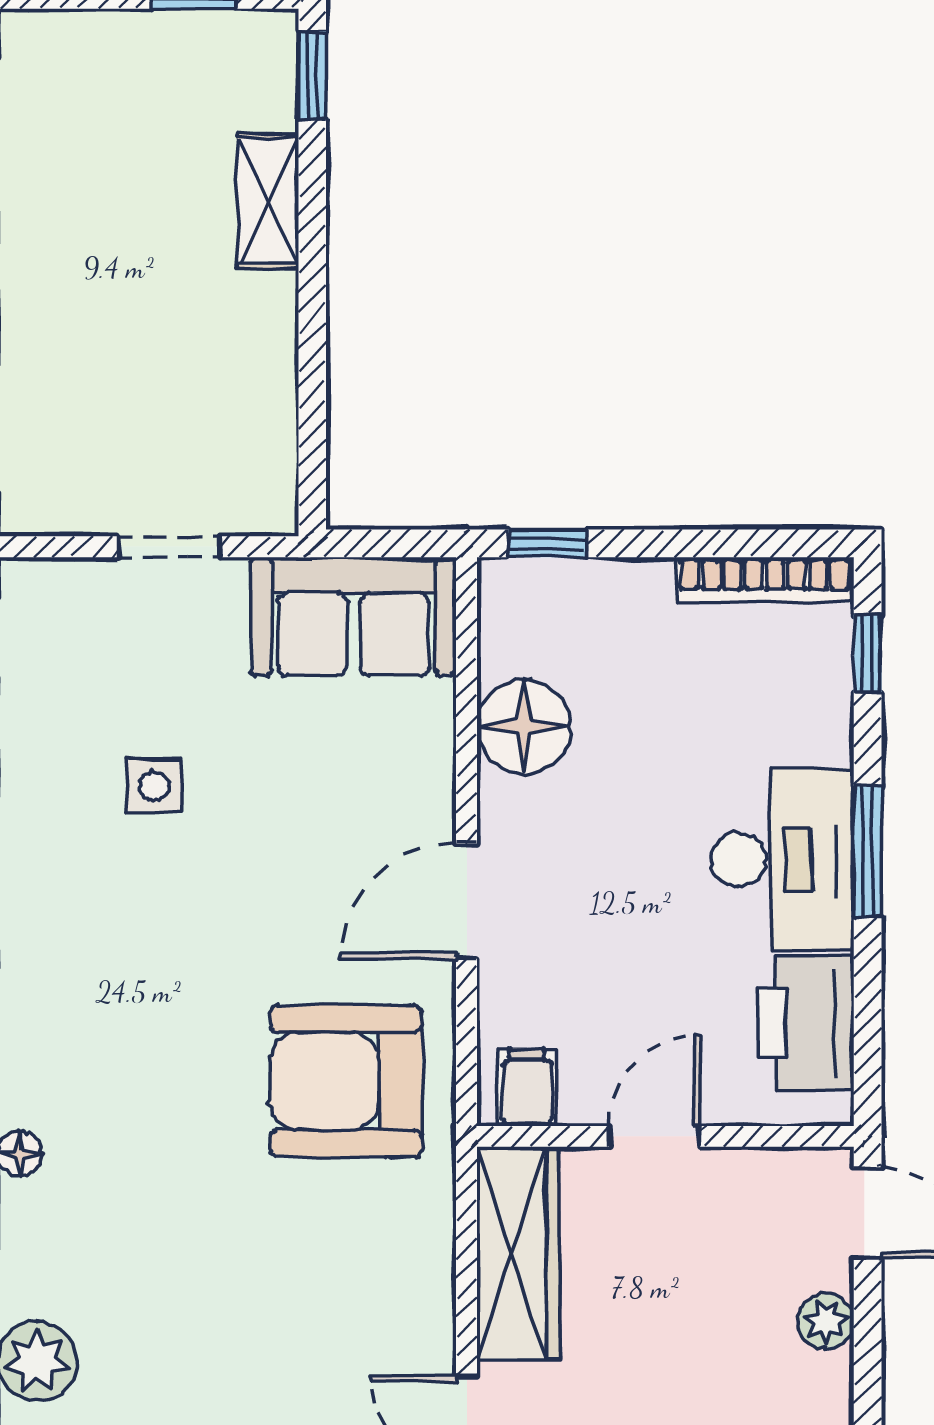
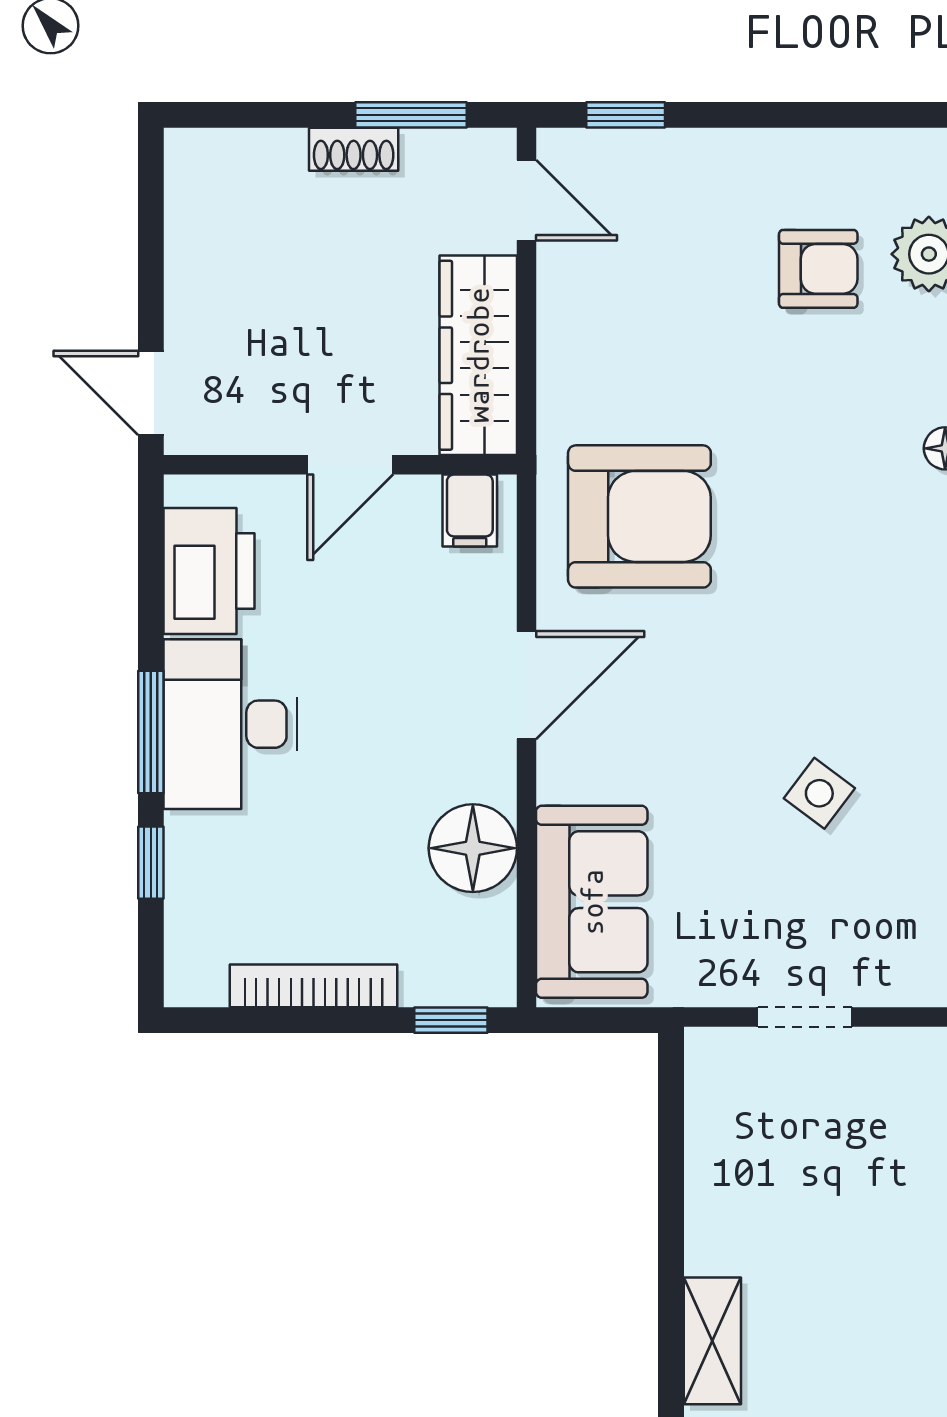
bookcase: (765, 580) -> (314, 986), moved
sofa: (354, 616) -> (592, 902), moved, turned 90
window: (868, 653) -> (151, 863), moved
side table: (154, 786) -> (819, 793), turned 37
plant: (826, 1321) -> (190, 291), removed
armchair: (155, 1346) -> (818, 269), added

